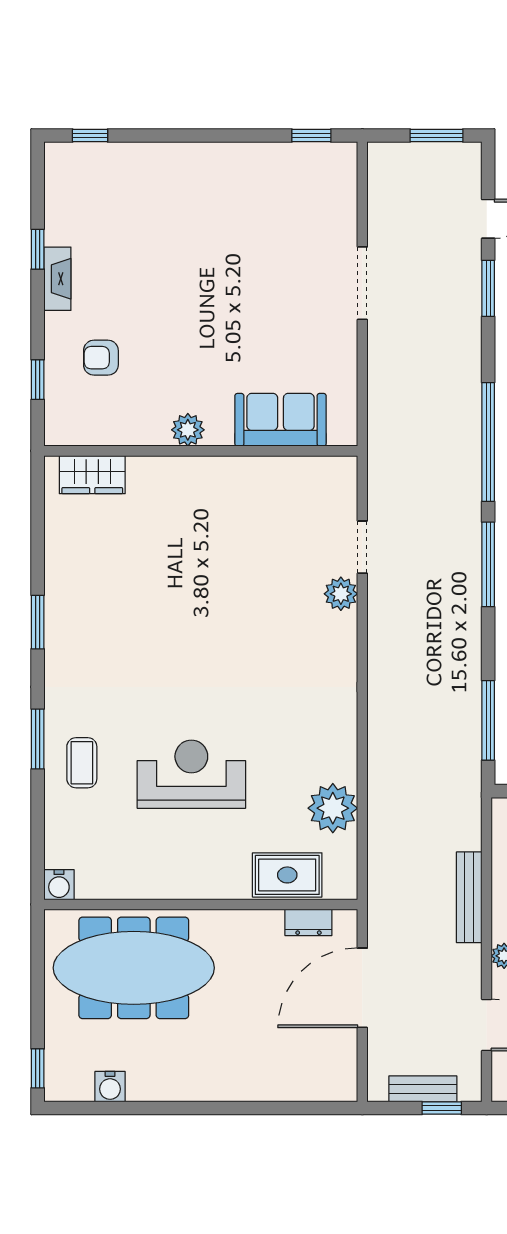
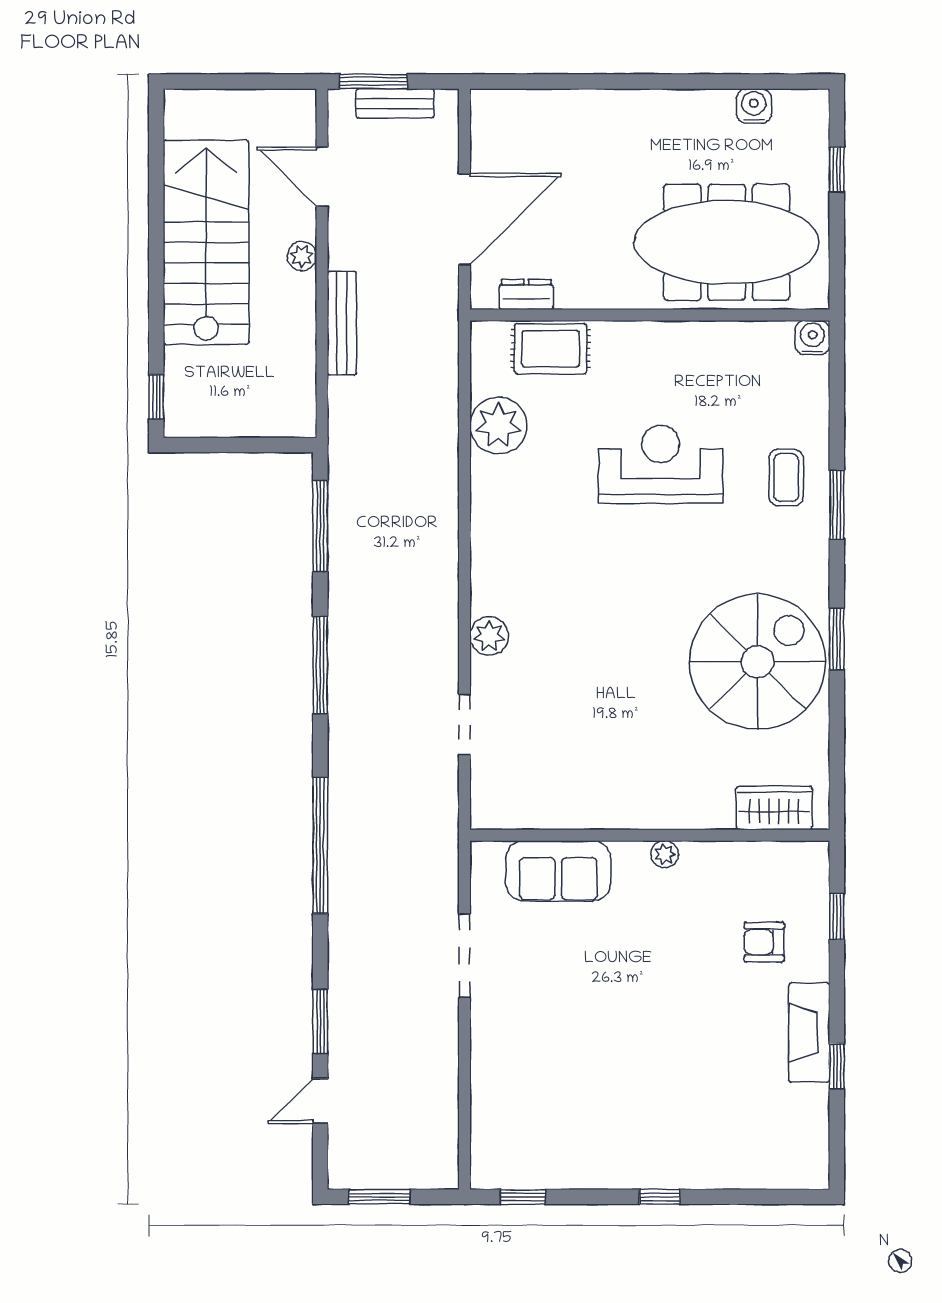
window: (90, 136) -> (660, 1197), moved
fireplace: (57, 279) -> (809, 1033), width x1.37, depth x1.32
doorway: (362, 283) -> (465, 956), moved
armchair: (101, 358) -> (764, 942), turned 180
plant: (188, 430) -> (665, 854), width x0.73, depth x0.73
window: (488, 564) -> (320, 665), moved
plant: (341, 594) -> (489, 636), moved
spiral stairs: (107, 602) -> (758, 662), added
reception desk: (191, 774) -> (661, 464), turned 180
window: (38, 1068) -> (837, 170), moved
window: (442, 1108) -> (373, 82), width x1.50

